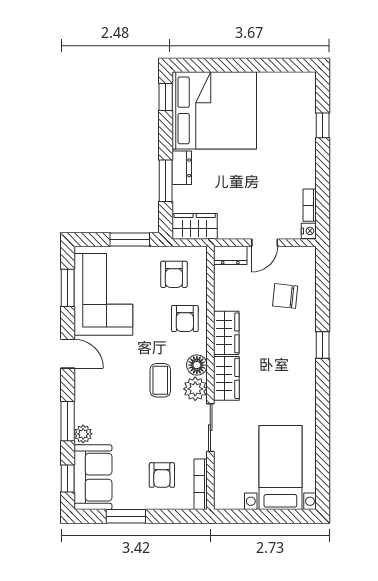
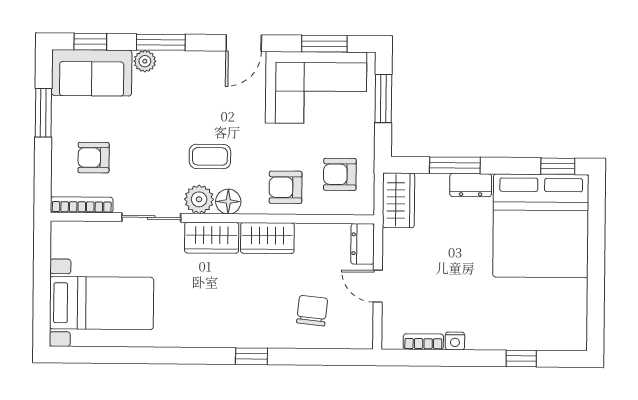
nightstand: (309, 231) -> (455, 341), moved
window: (130, 239) -> (383, 99), moved

